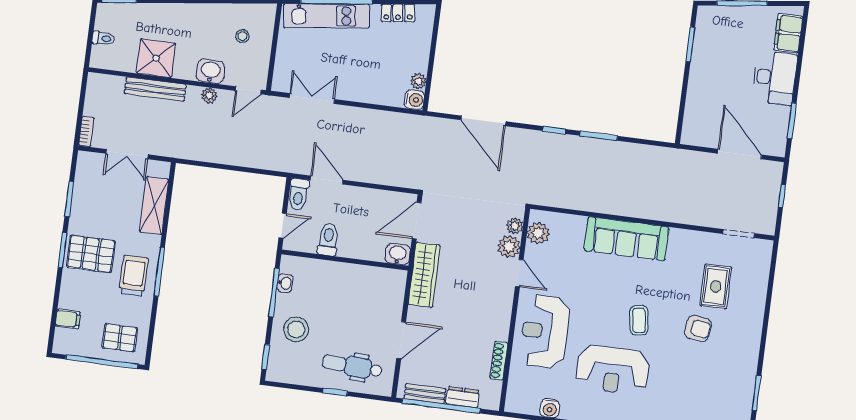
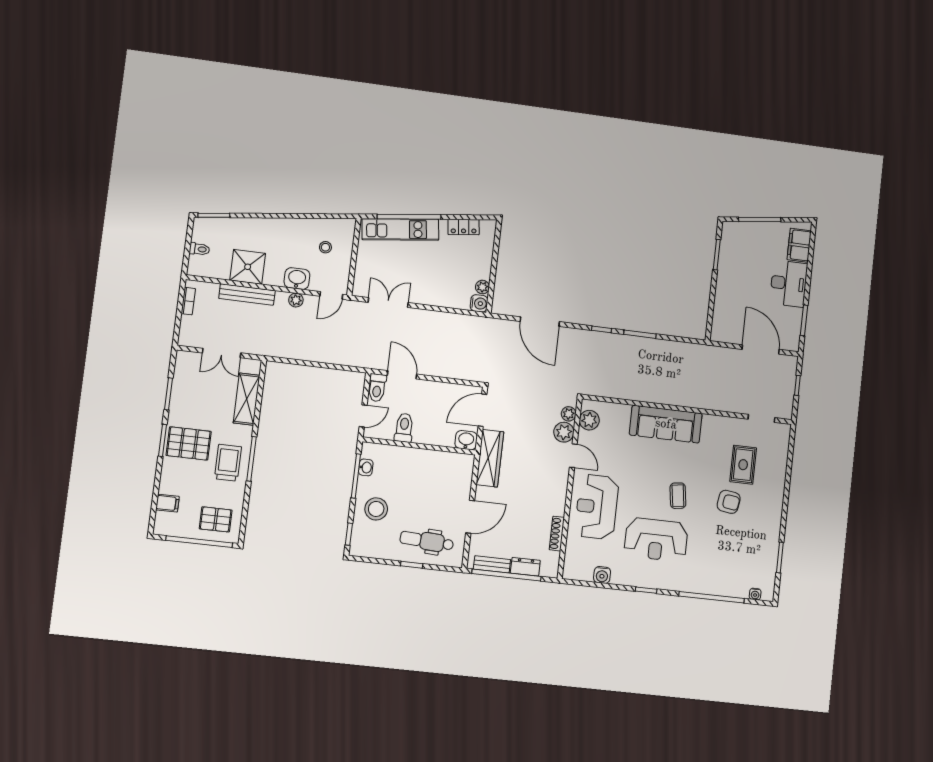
bookcase: (86, 131) -> (188, 301), moved

